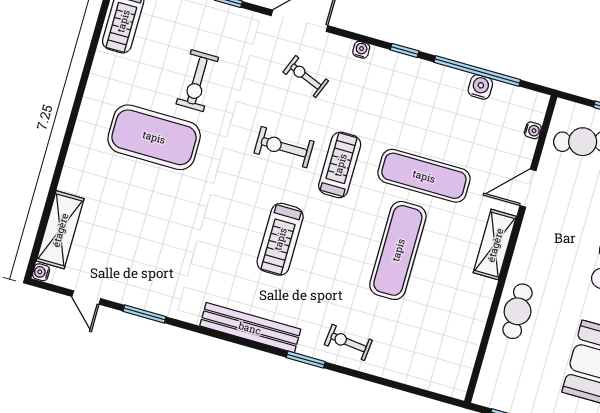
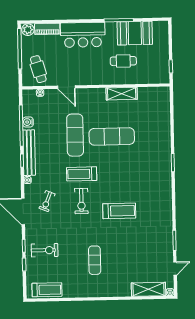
exercise bike: (197, 81) -> (45, 250), moved
exercise mat: (154, 137) -> (95, 260), width x0.50, depth x0.69
treadmill: (280, 239) -> (119, 211), moved
shelving: (495, 245) -> (122, 94), moved
cafe table: (518, 311) -> (123, 61), moved
bench: (250, 328) -> (29, 153), moved
exercise bike: (348, 342) -> (159, 146), removed

